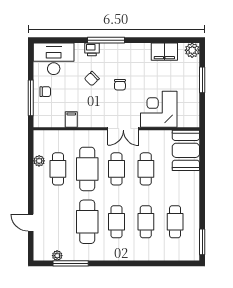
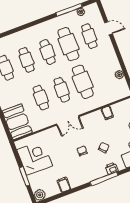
filing cabinet: (164, 52) -> (64, 185), width x0.50
corner desk: (159, 109) -> (35, 158), moved, turned -90
double door: (123, 129) -> (68, 120), swing flipped
cafe table: (58, 169) -> (89, 36), moved

